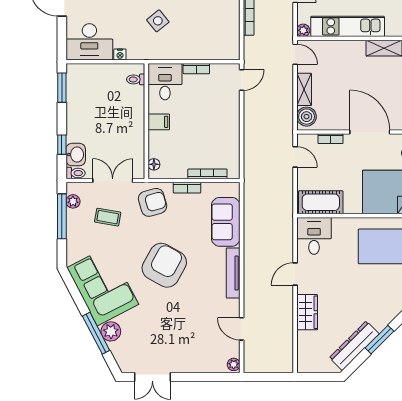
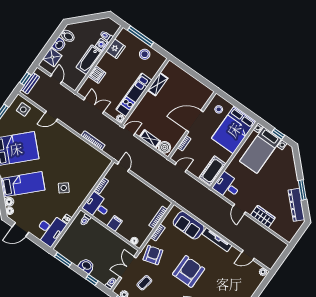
washbasin: (76, 155) -> (86, 266), moved
armchair: (164, 265) -> (189, 271), turned 61

